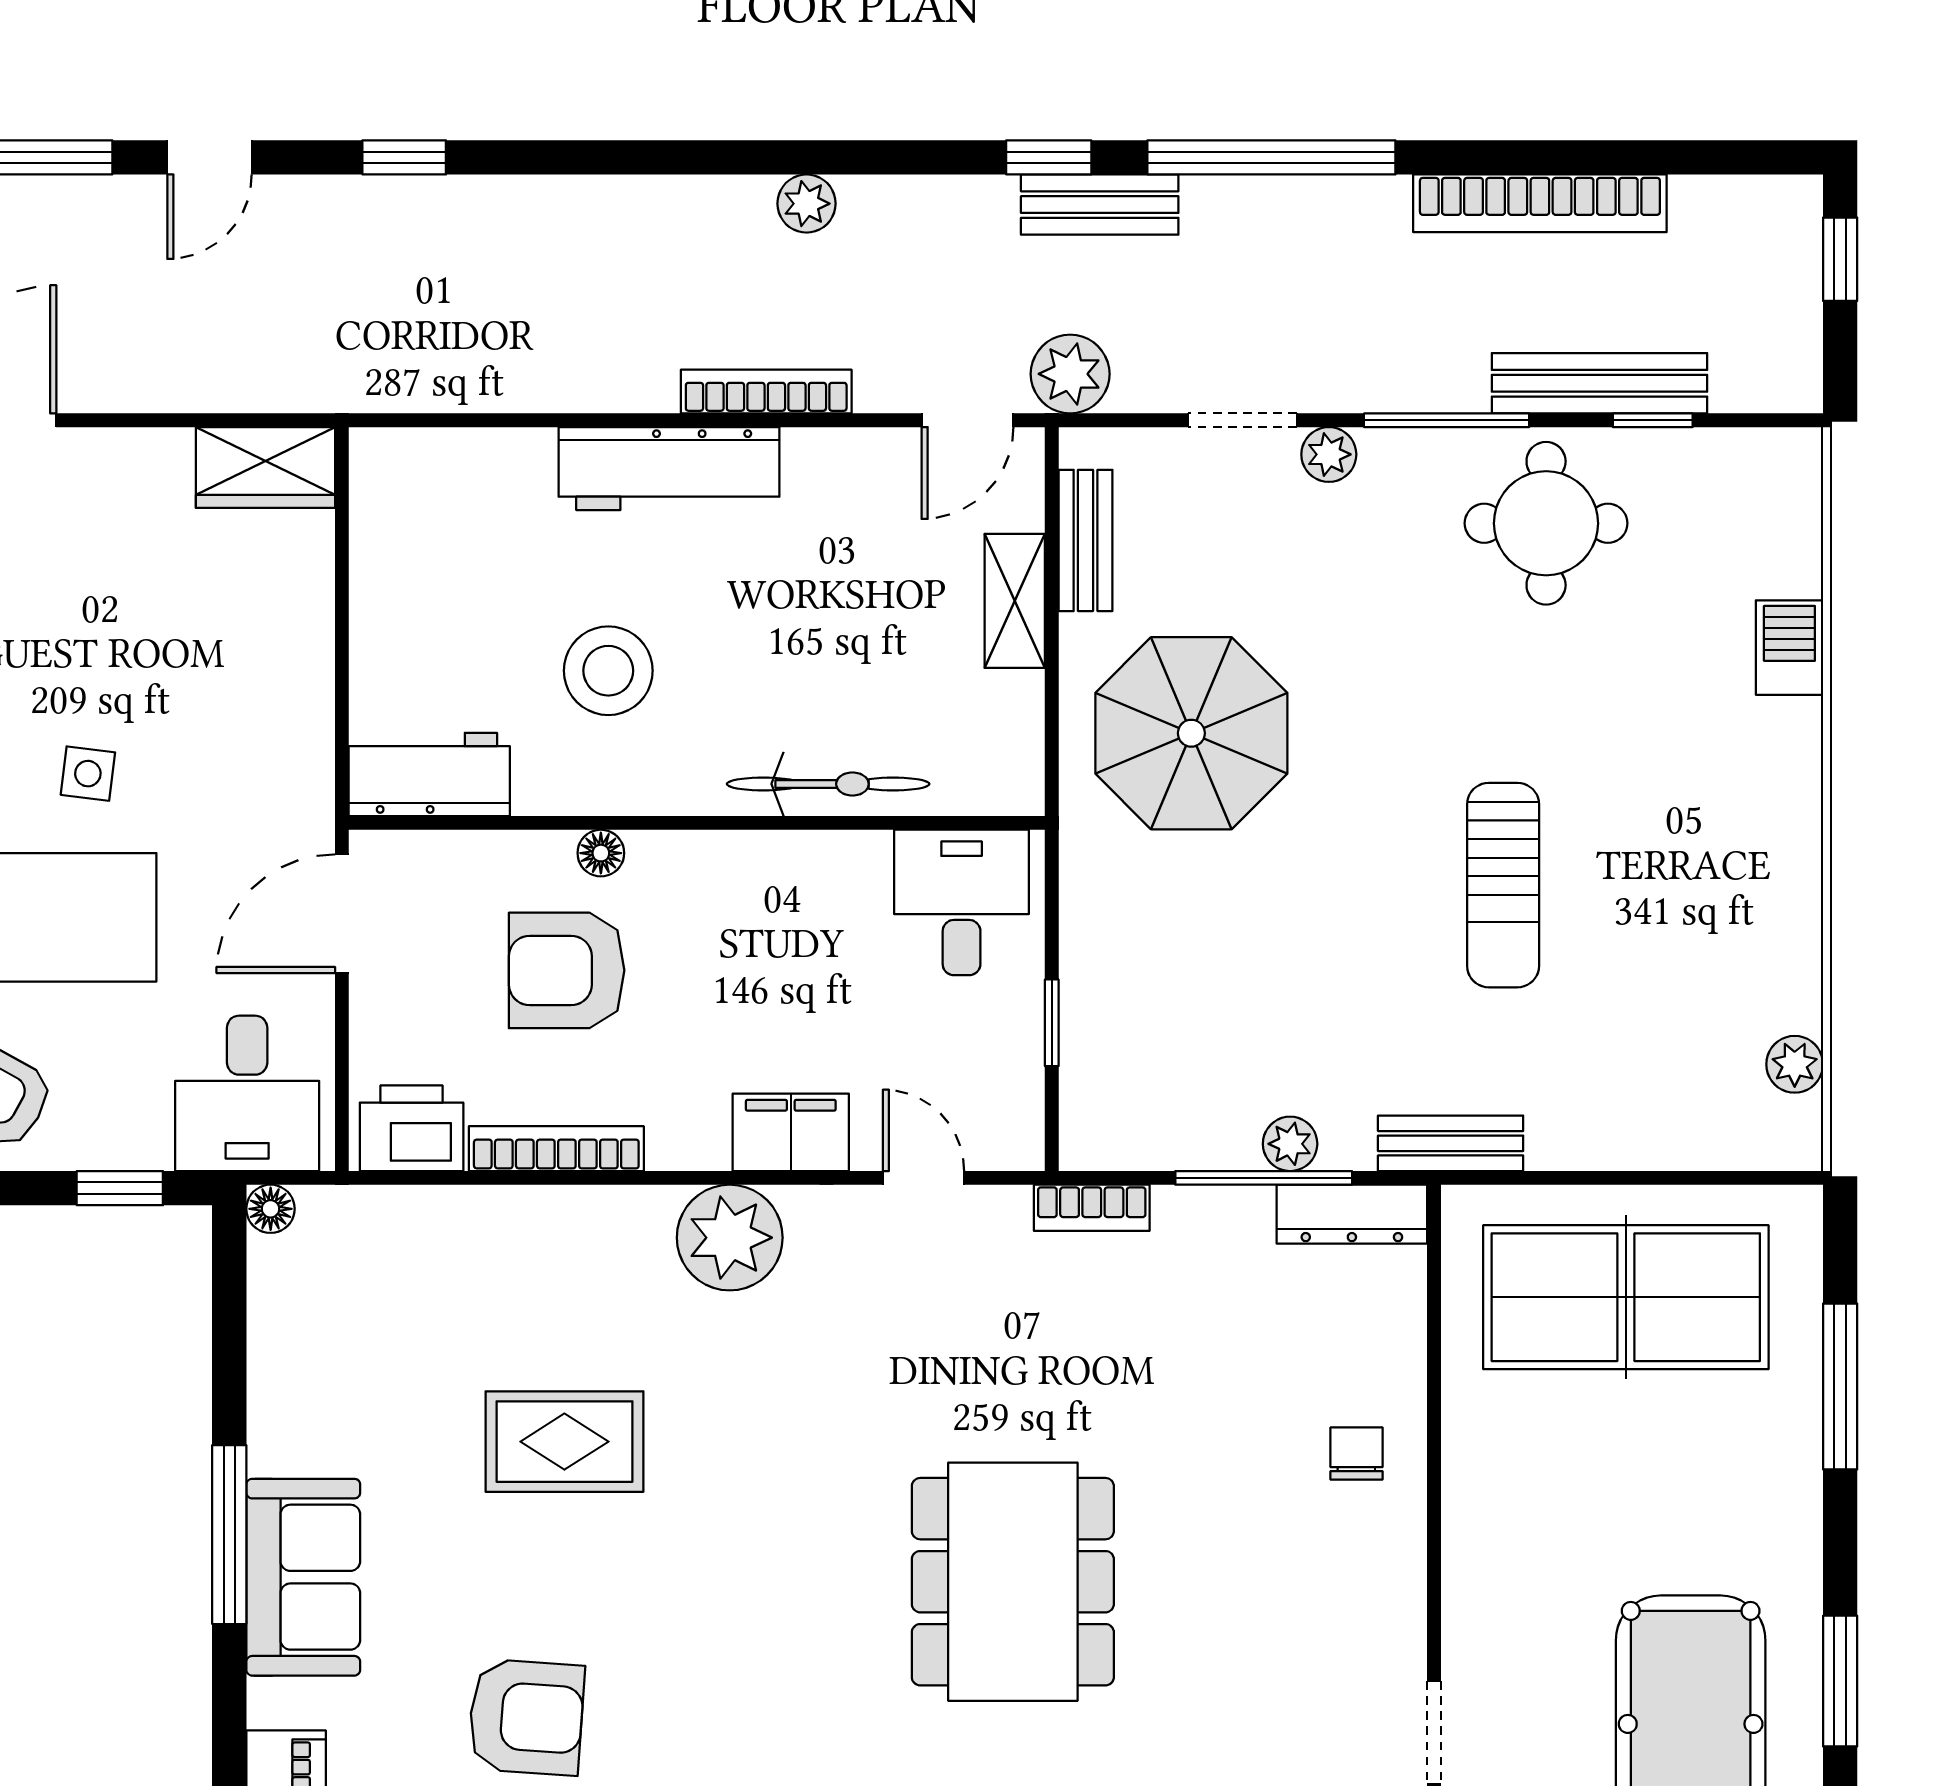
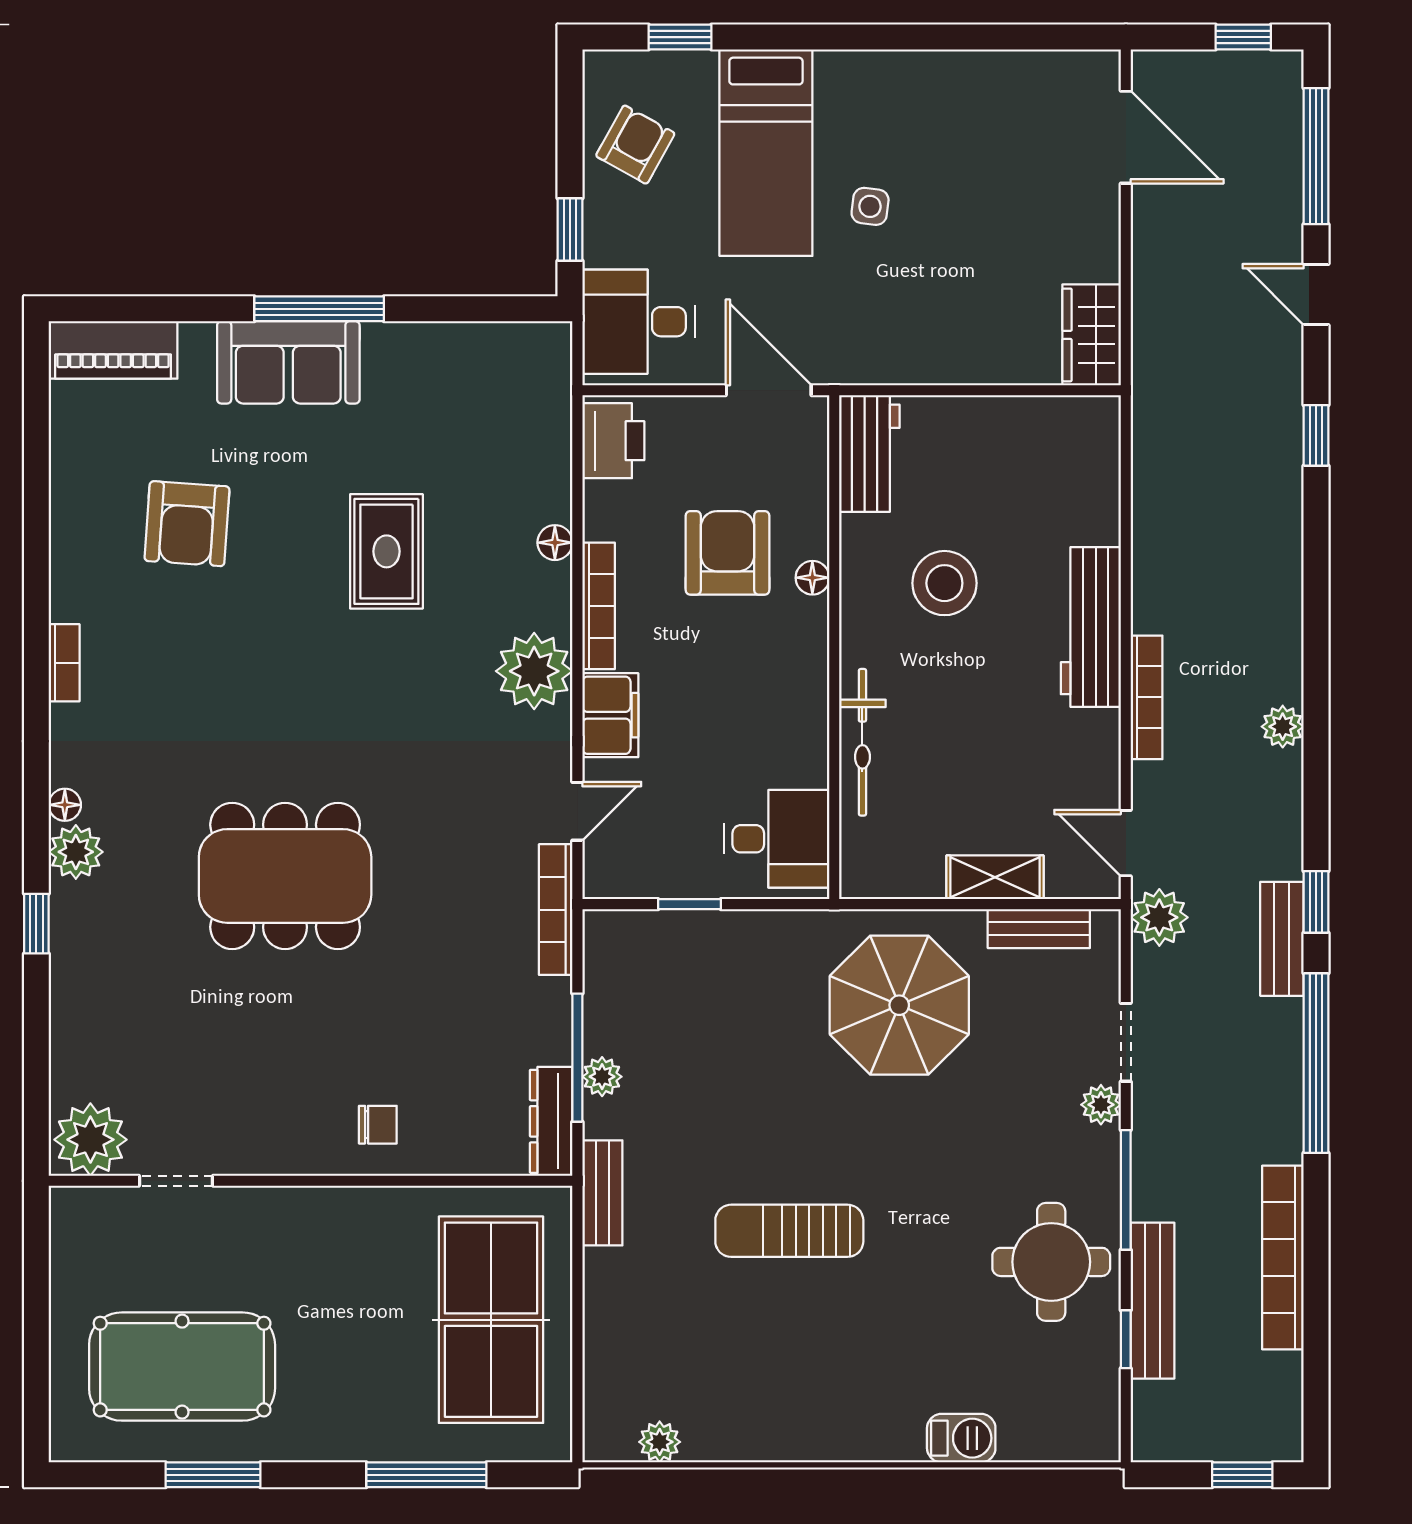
bookcase: (556, 1149) -> (599, 606), moved
bookcase: (1092, 1208) -> (556, 910), width x1.56
floor lamp: (271, 1209) -> (555, 543), moved

